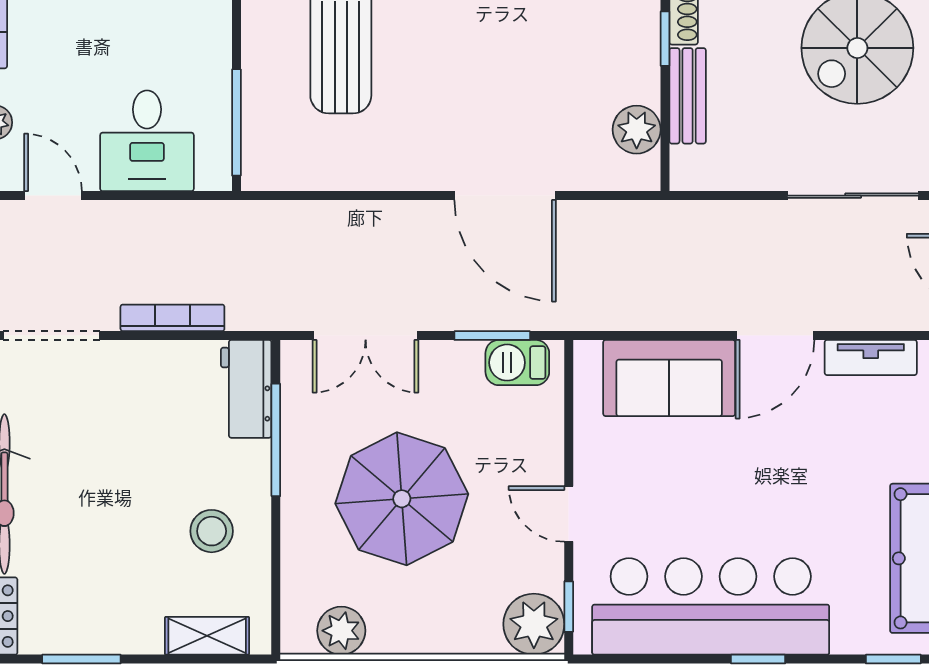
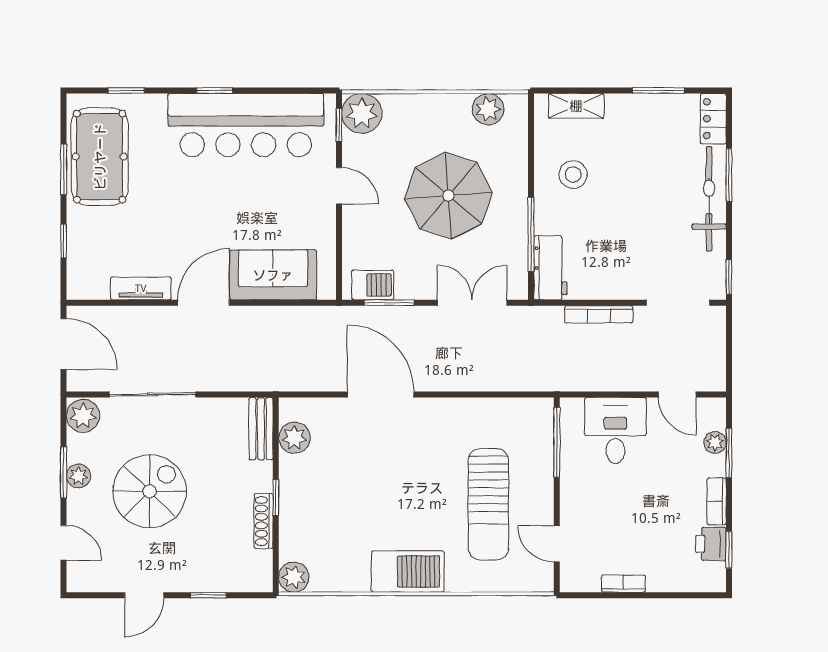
bench: (688, 96) -> (261, 429), moved

